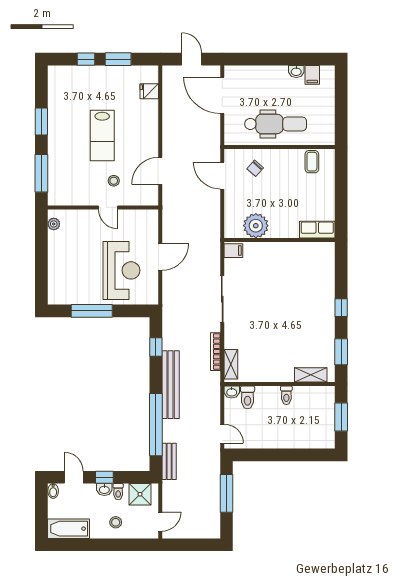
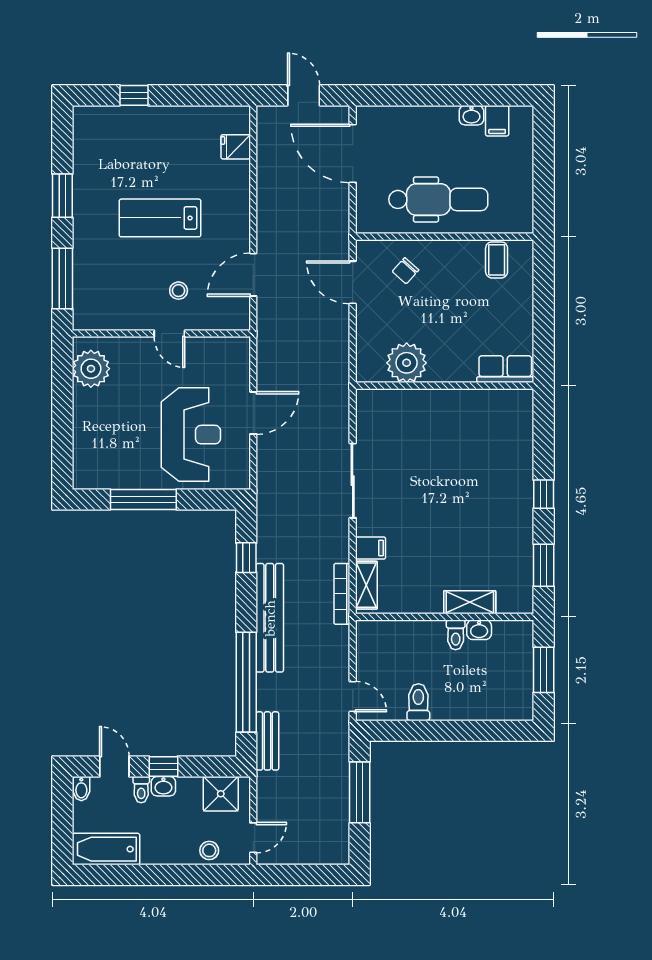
window: (118, 59) -> (186, 95), removed
lab bench: (102, 135) -> (160, 218), turned 90
plant: (54, 224) -> (91, 369), width x1.88, depth x1.88
filing cabinet: (233, 251) -> (371, 548), moved
bookcase: (215, 352) -> (342, 594), moved
shelving: (311, 375) -> (470, 602), moved
washbasin: (232, 392) -> (479, 630), moved
toilet: (248, 397) -> (418, 702), moved, turned 180
toilet: (118, 492) -> (141, 790), moved
stool: (116, 522) -> (209, 850), moved

